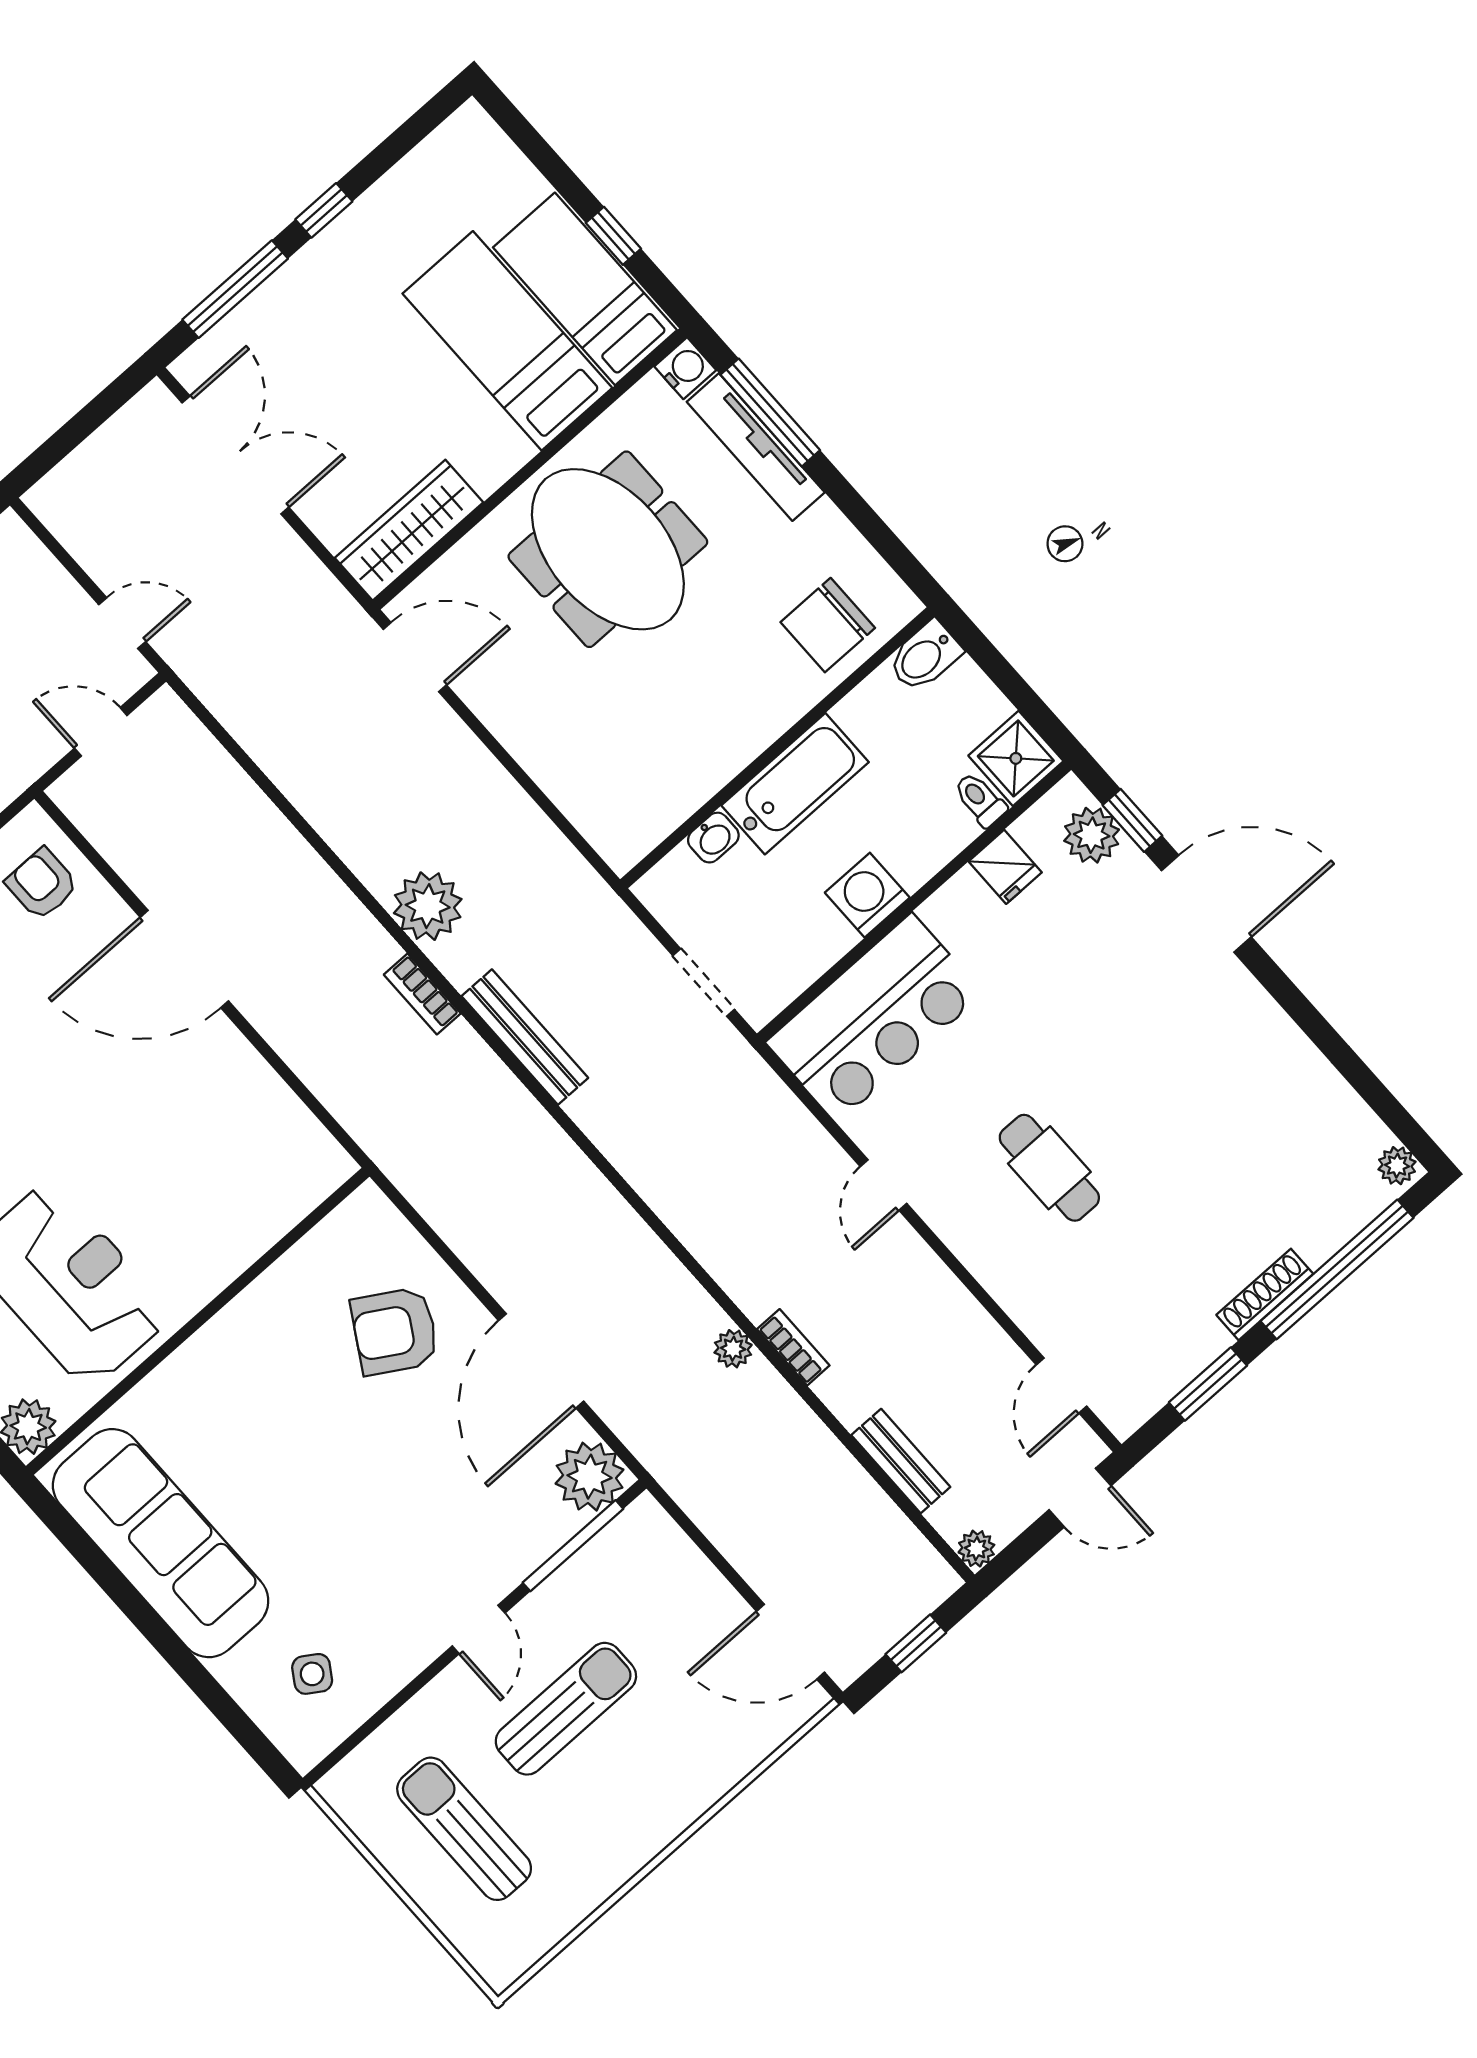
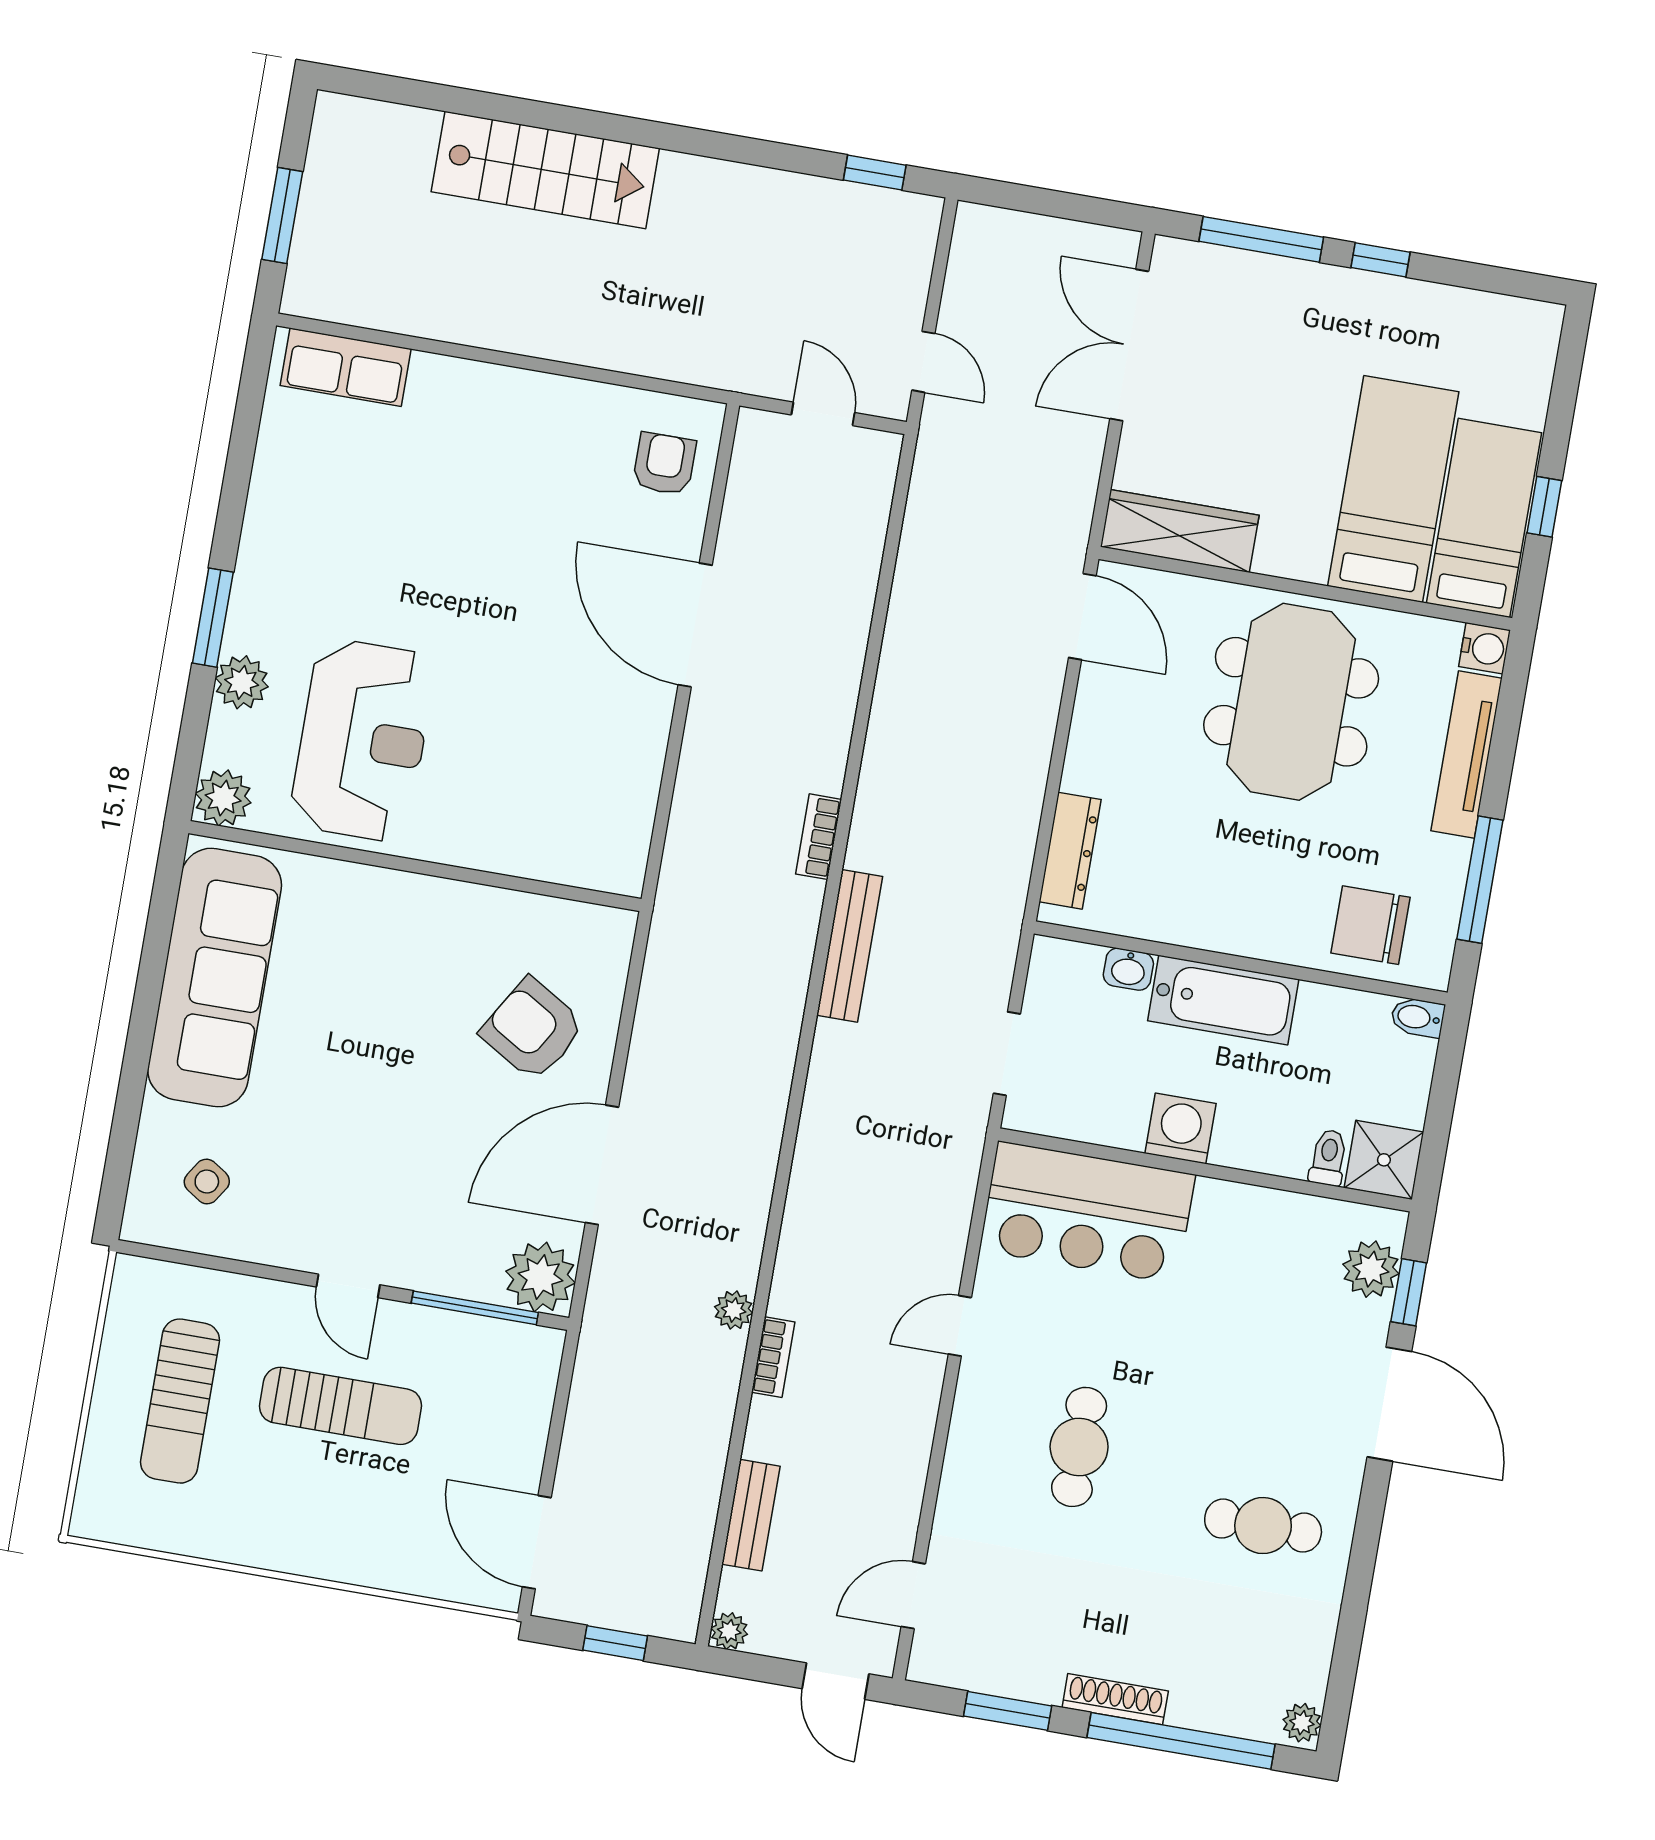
window: (770, 412) -> (1480, 880), moved
double door: (235, 455) -> (1129, 345), swing flipped
bidet: (925, 656) -> (1417, 1017), width x0.72, depth x0.74
dresser: (587, 810) -> (1070, 851), added
fridge: (1005, 867) -> (1291, 1220), removed
plant: (428, 906) -> (892, 785), removed
cafe table: (1222, 1075) -> (1263, 1526), added
door: (479, 1630) -> (348, 1286), hinge flipped
sun lounger: (464, 1829) -> (180, 1401), turned 180

